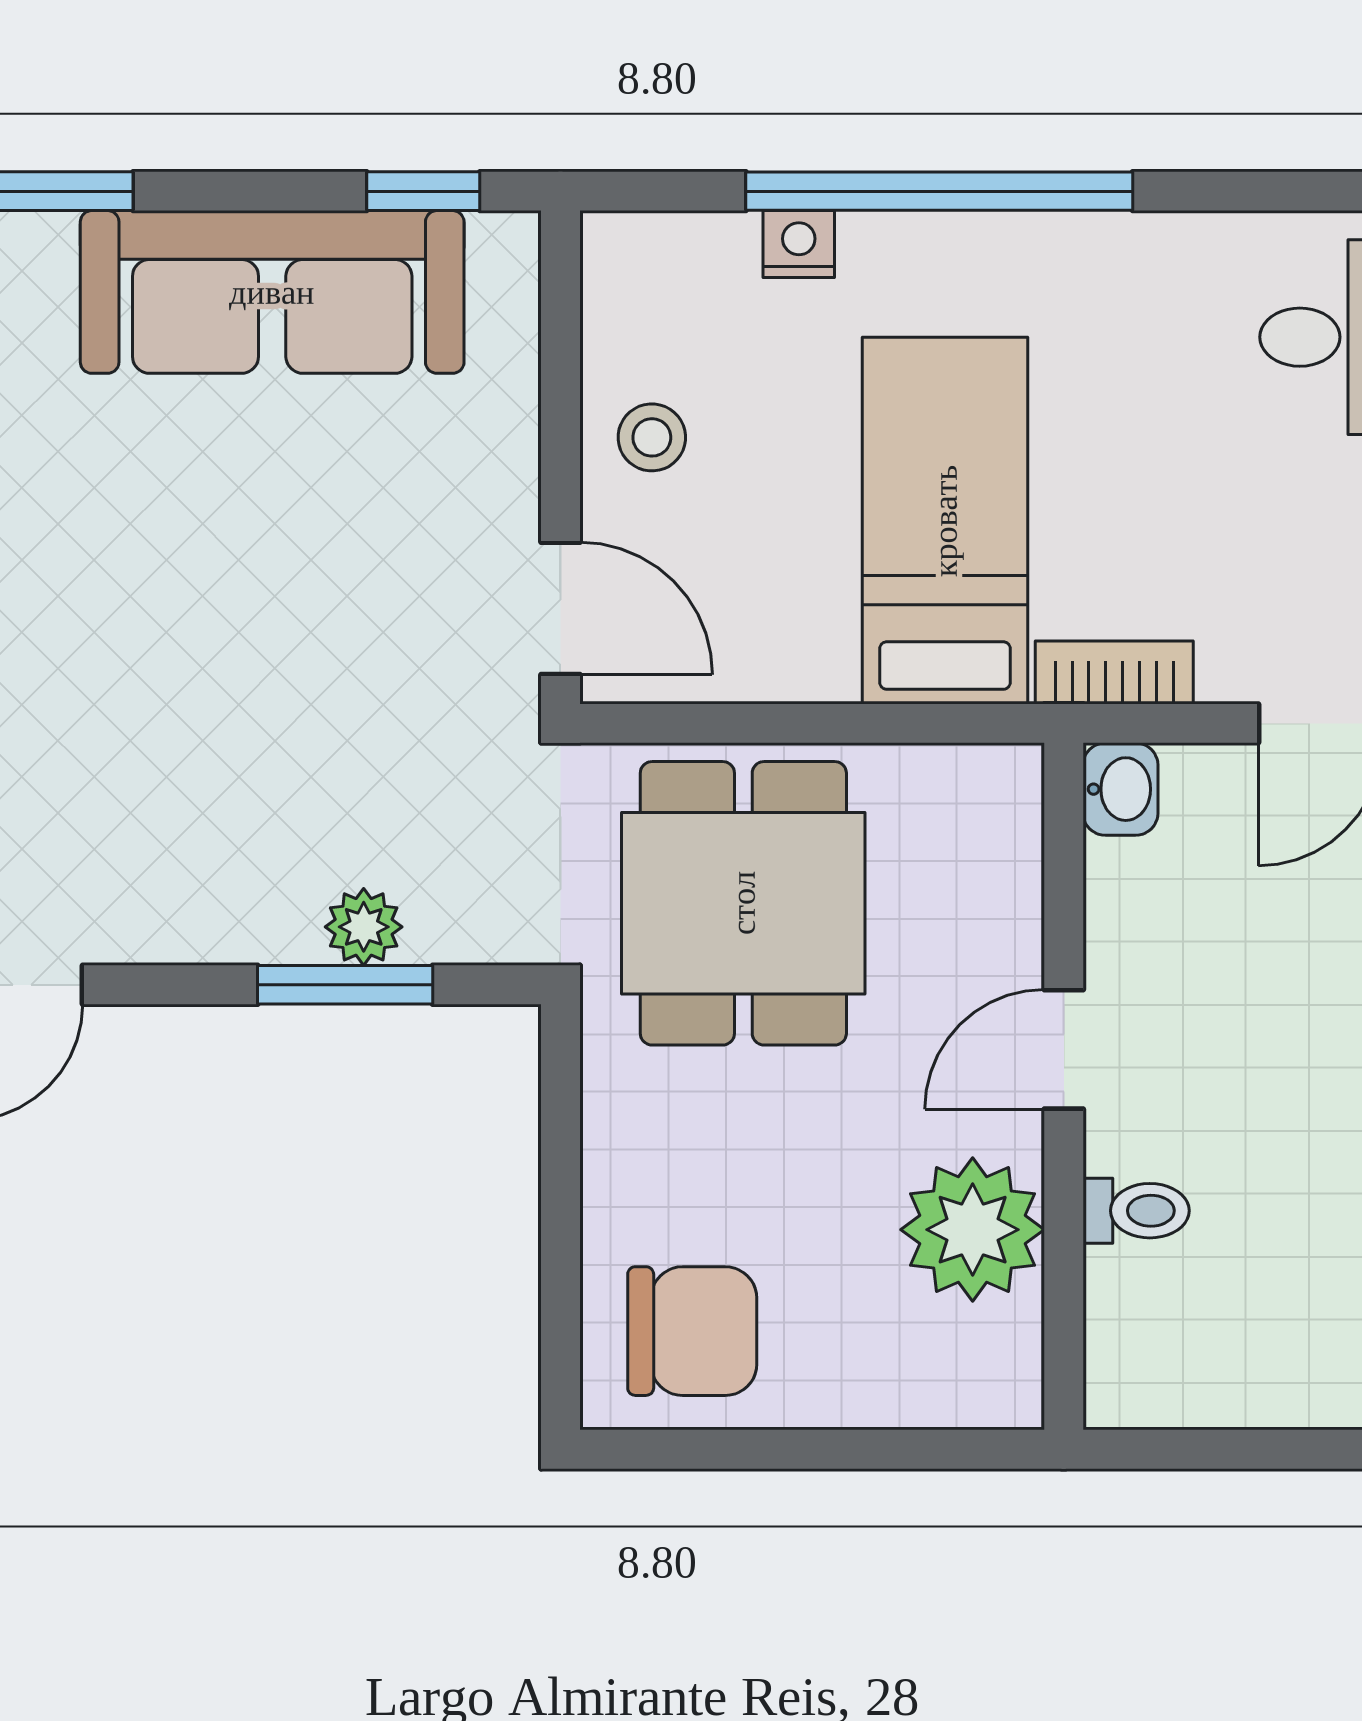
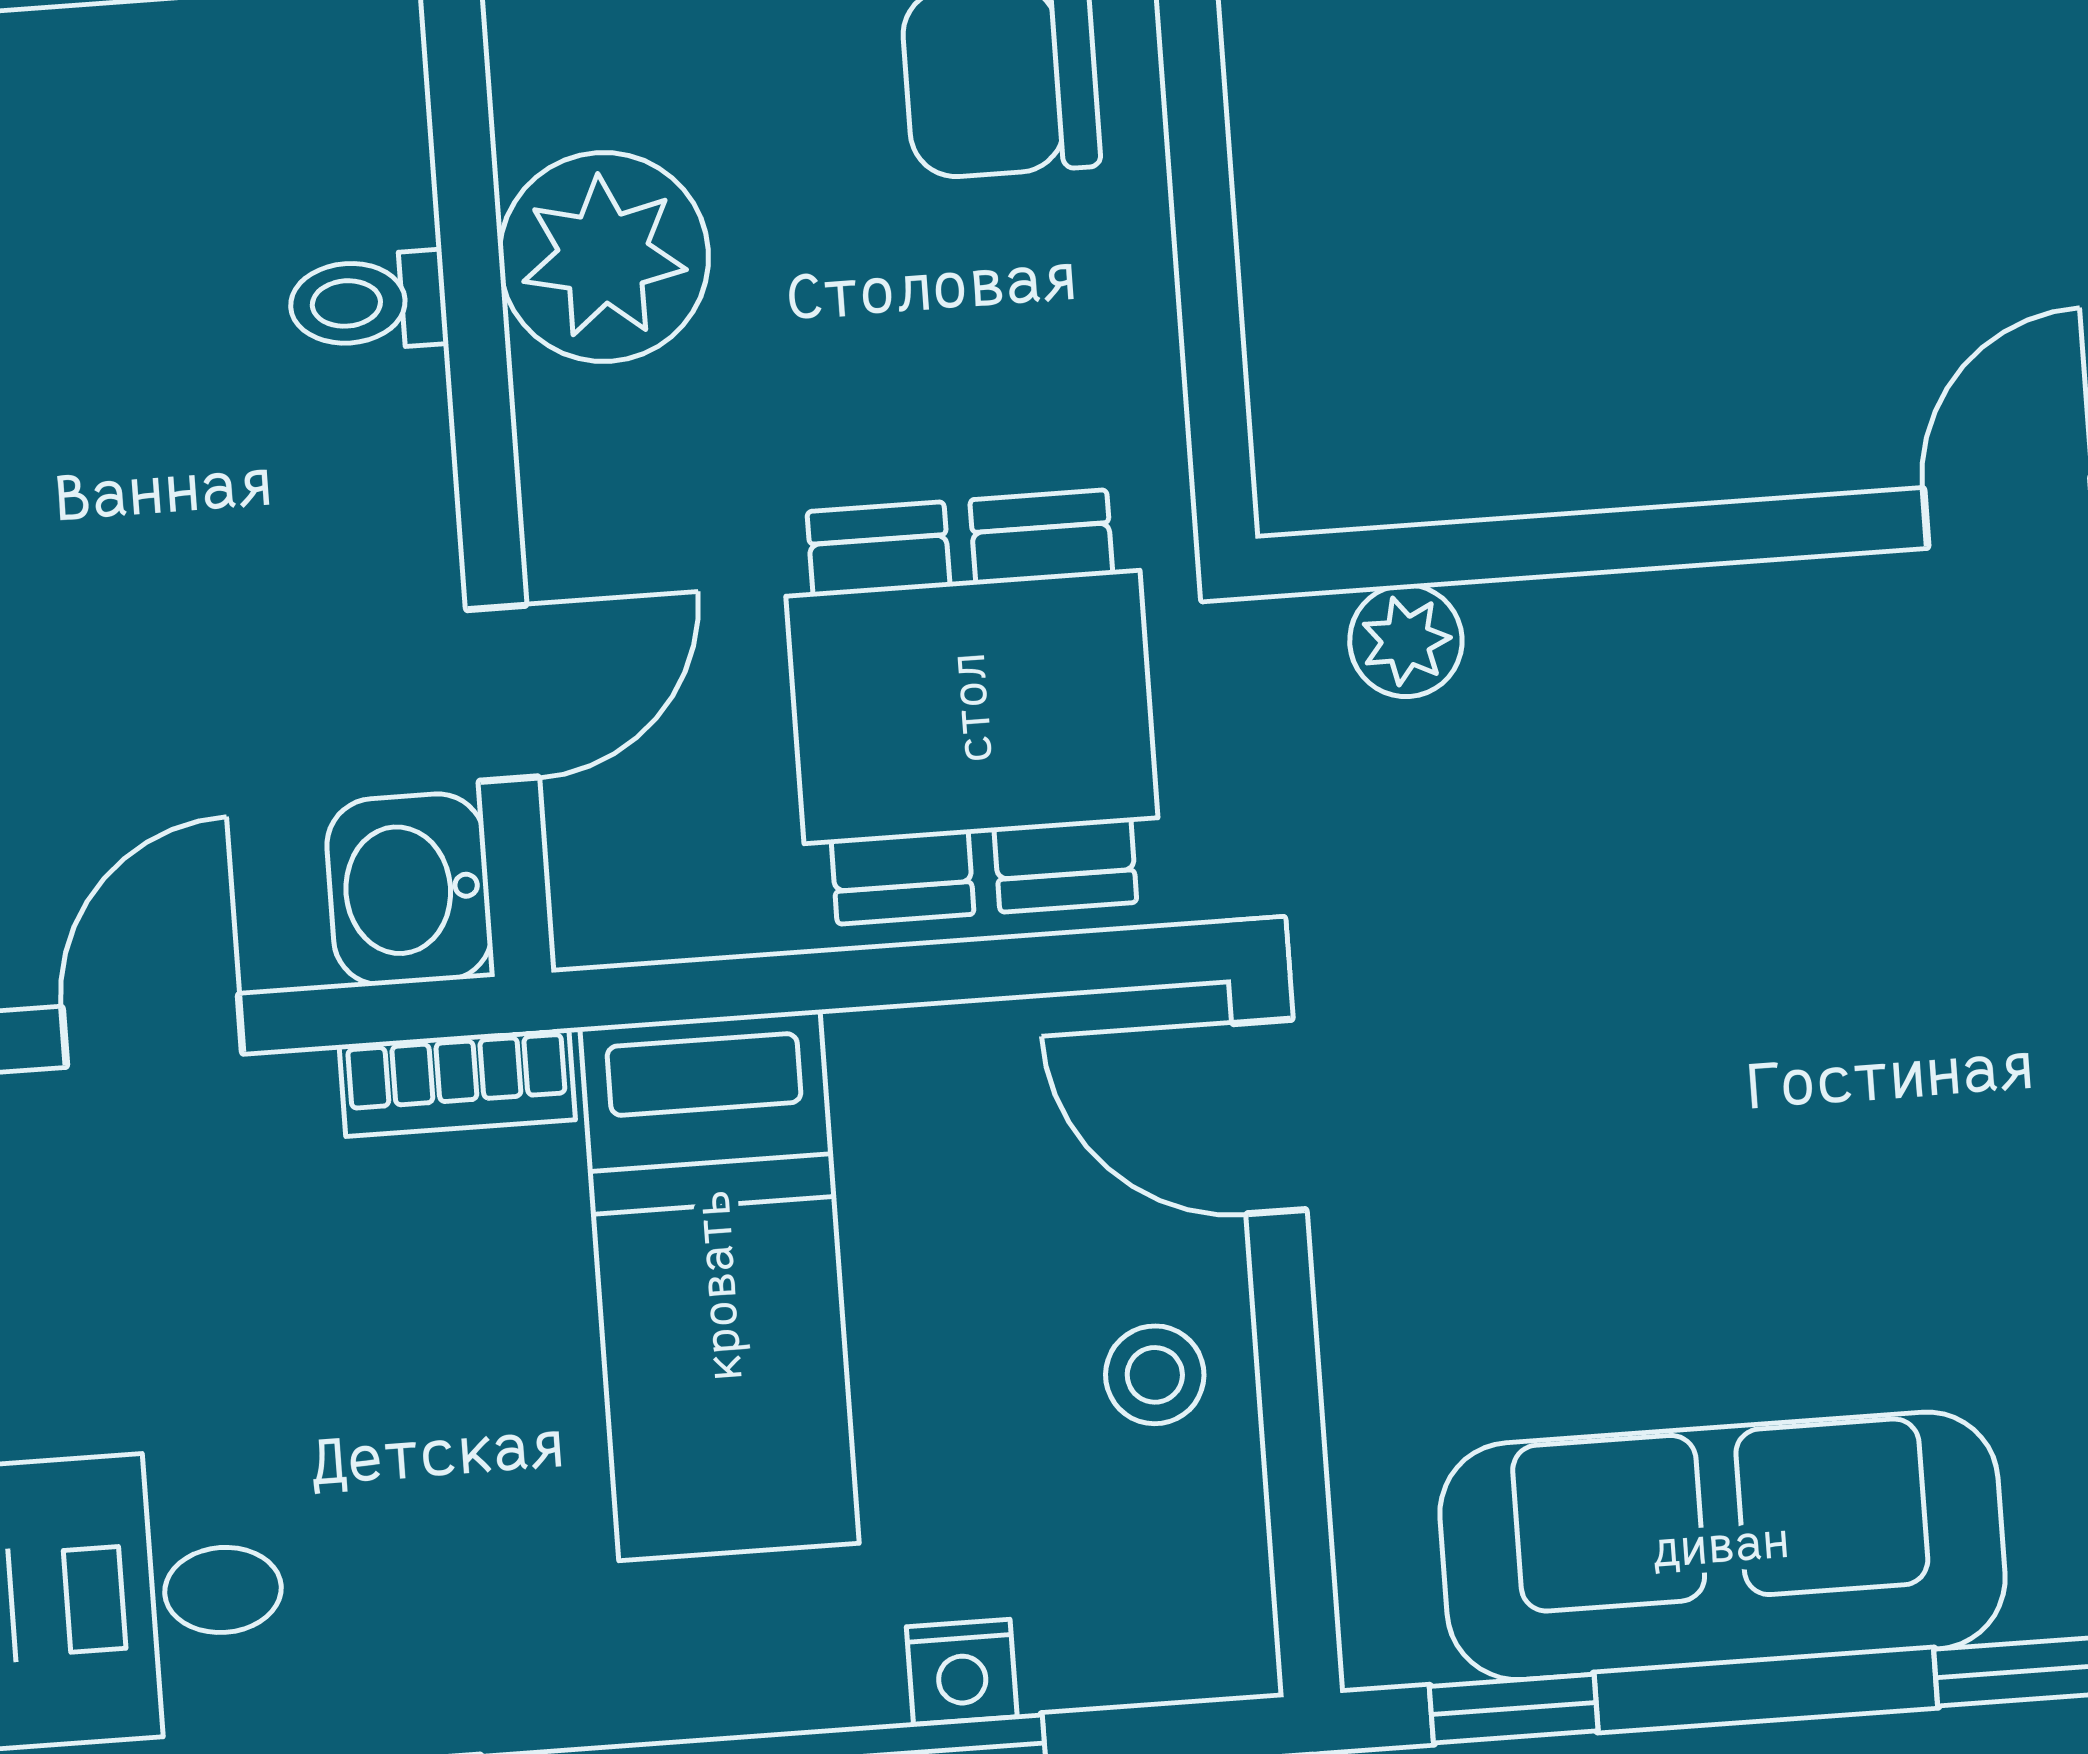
washbasin: (1120, 789) -> (409, 889), width x1.38, depth x1.45
plant: (364, 927) -> (1406, 641), moved
window: (345, 985) -> (1542, 546), removed
door: (1064, 1049) -> (503, 693), moved

